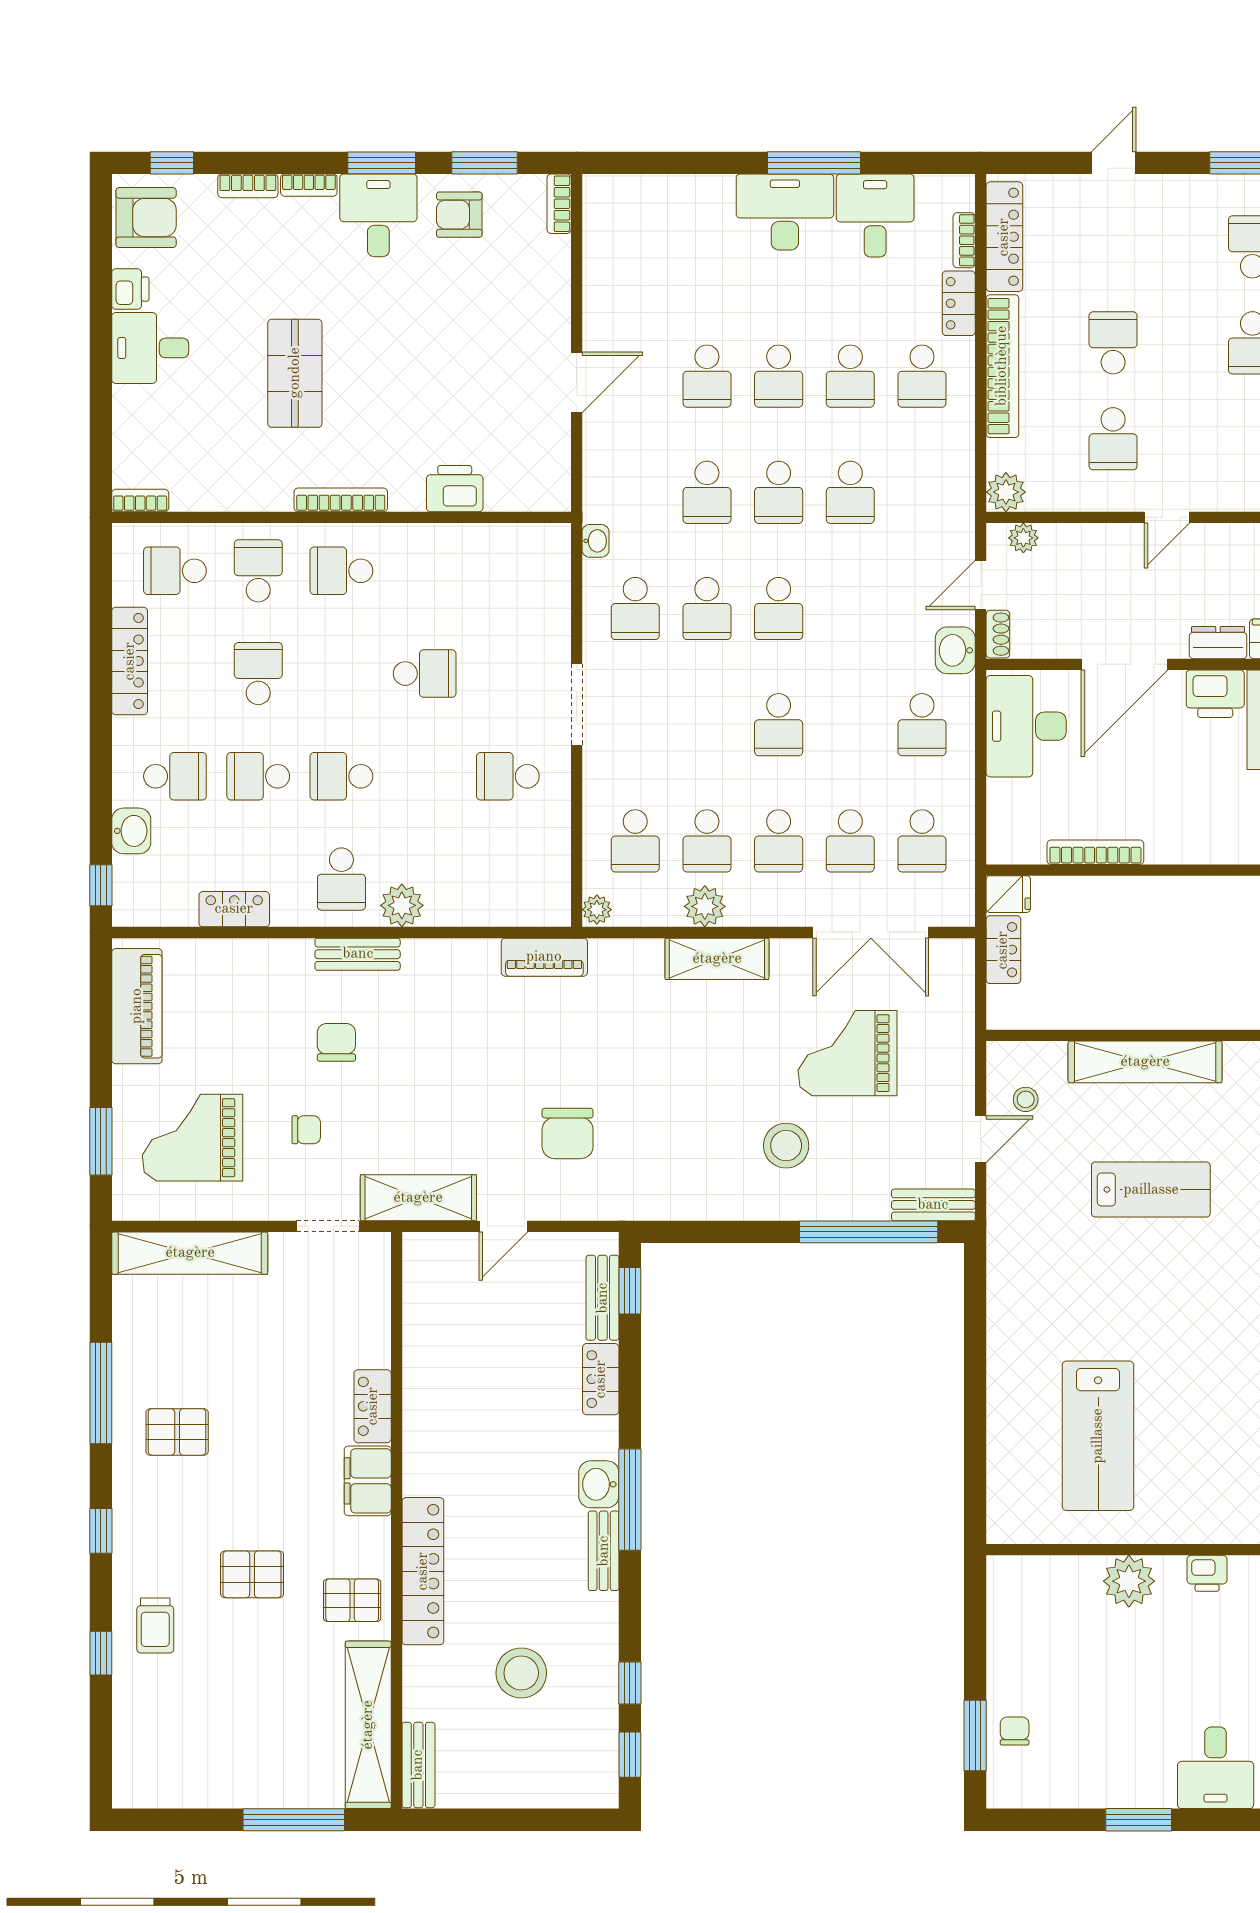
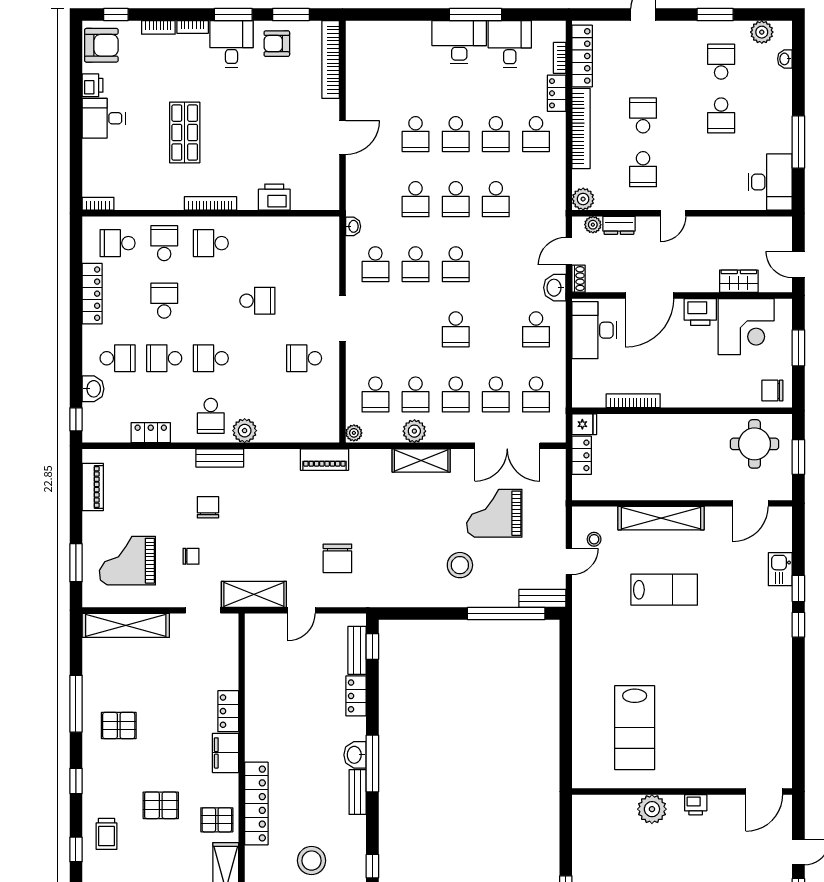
bookcase: (559, 204) -> (331, 60), width x2.31, depth x1.31
dresser: (1218, 643) -> (619, 225), moved, turned 180
piano: (137, 1006) -> (93, 487), width x0.73, depth x0.75

